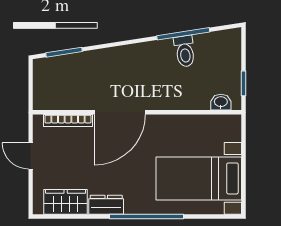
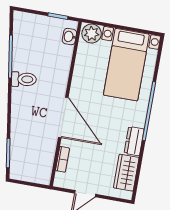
toilet: (185, 51) -> (24, 79), moved
bookcase: (68, 121) -> (62, 159), width x0.64
plant: (229, 129) -> (92, 34), added

